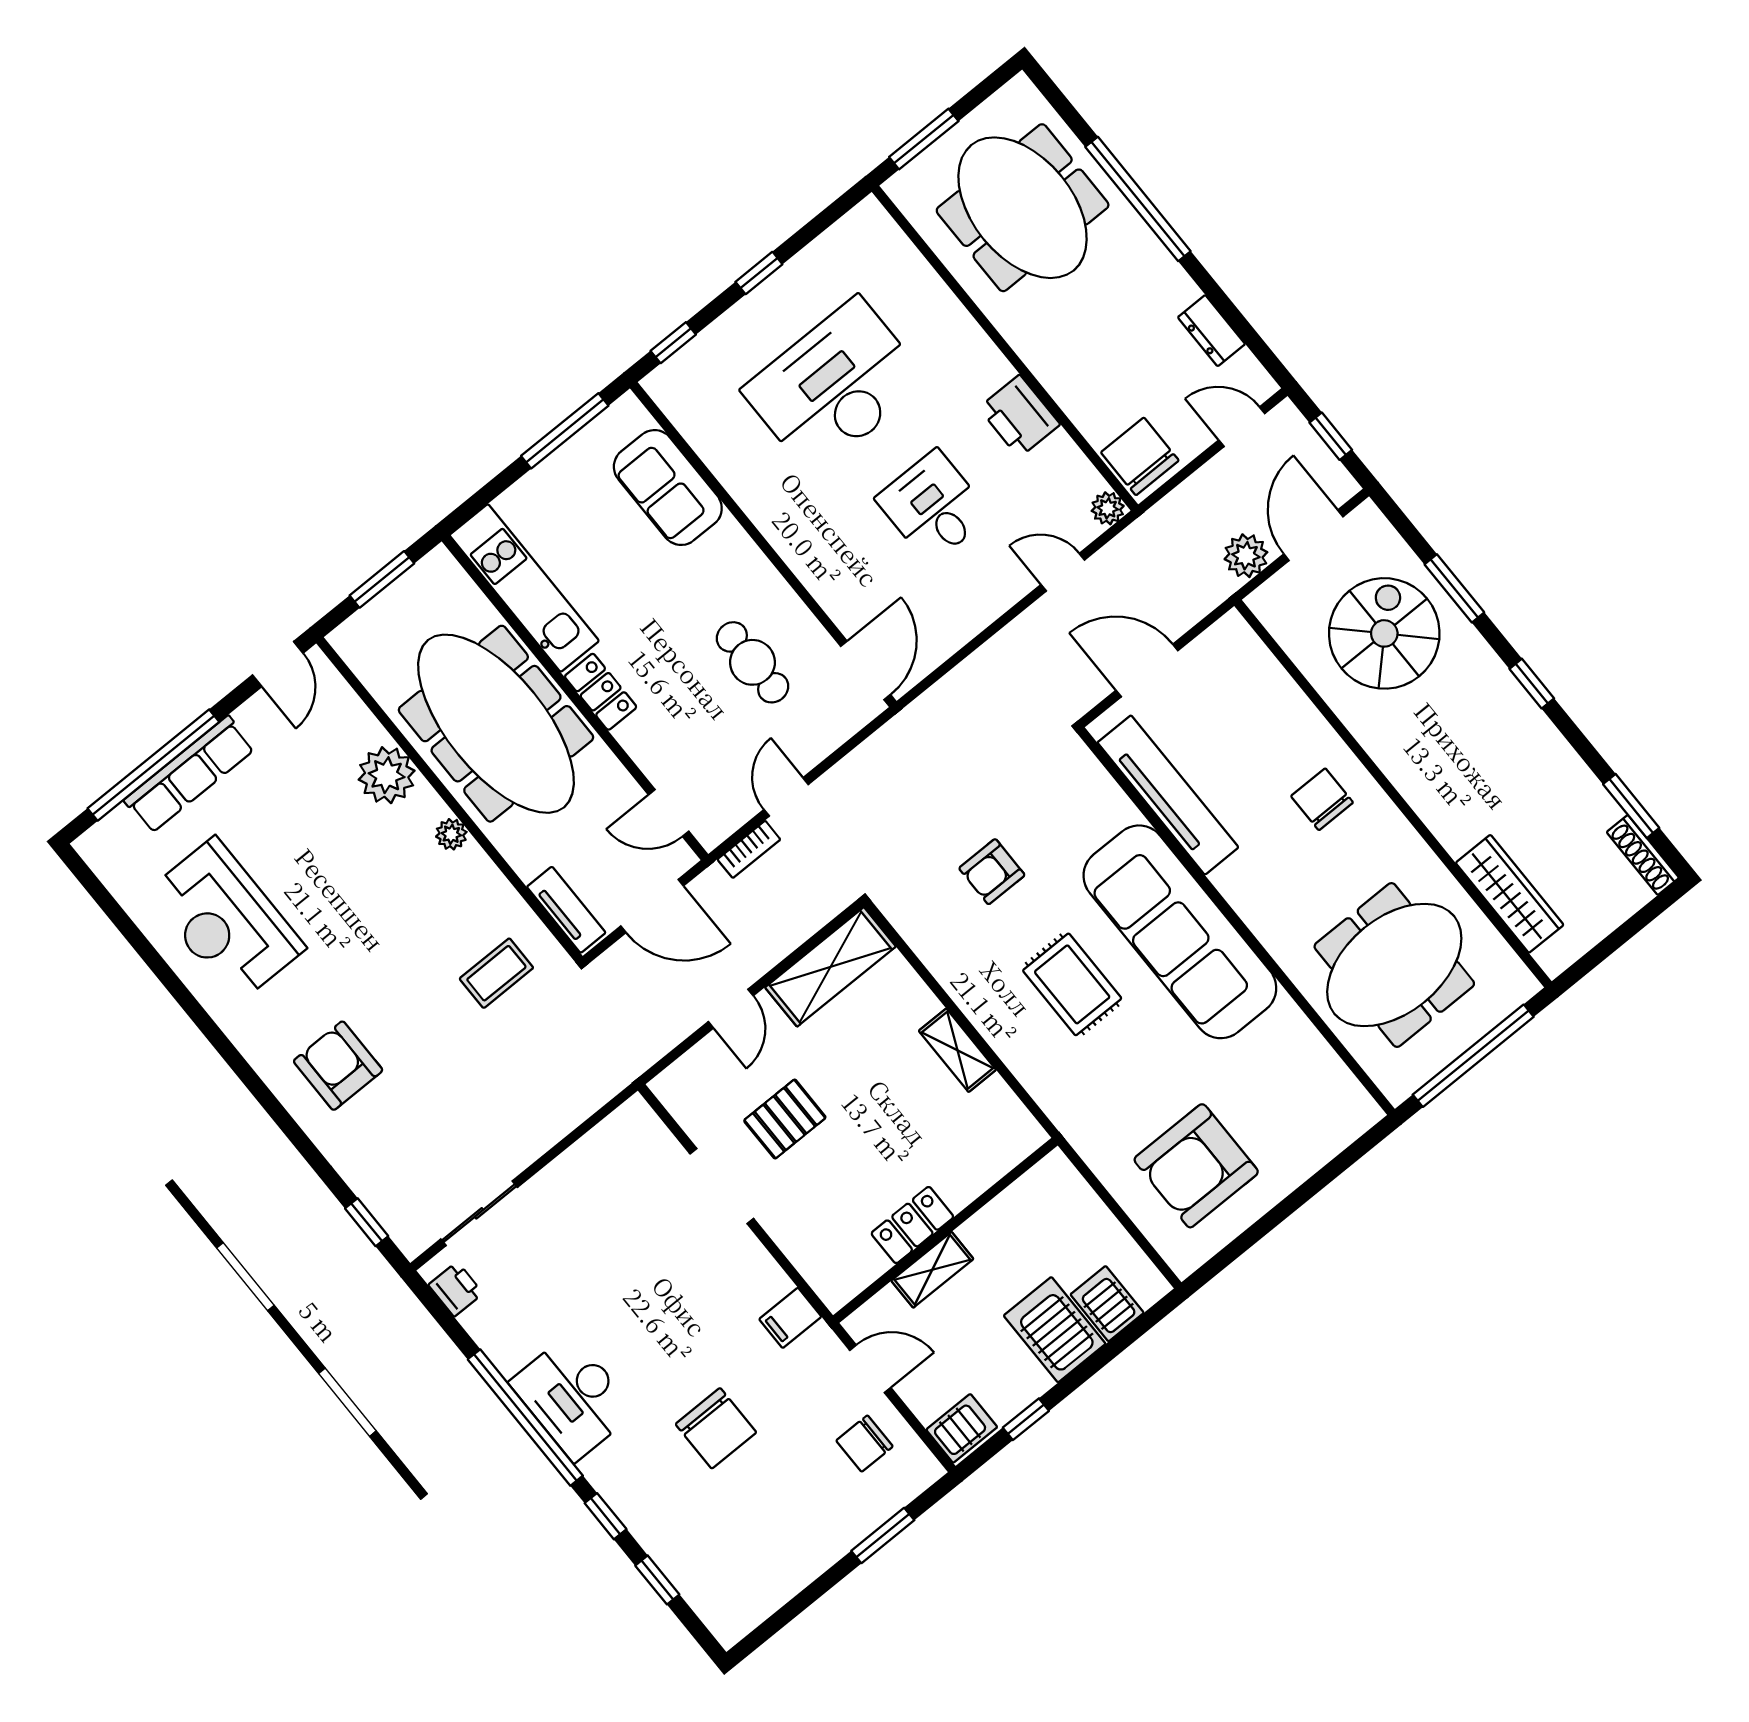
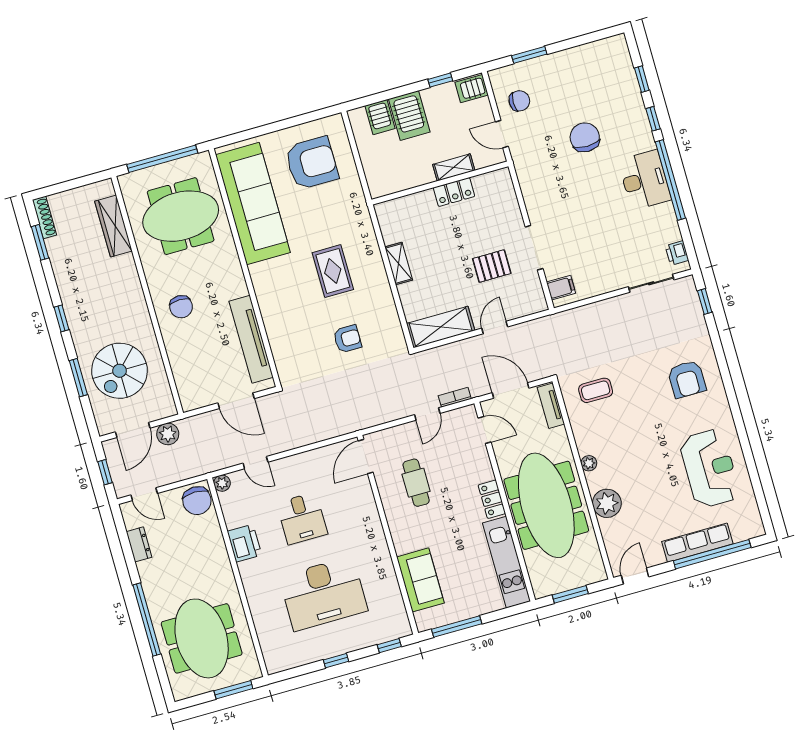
sofa: (1180, 932) -> (253, 204), moved
filing cabinet: (790, 1318) -> (561, 288), moved

